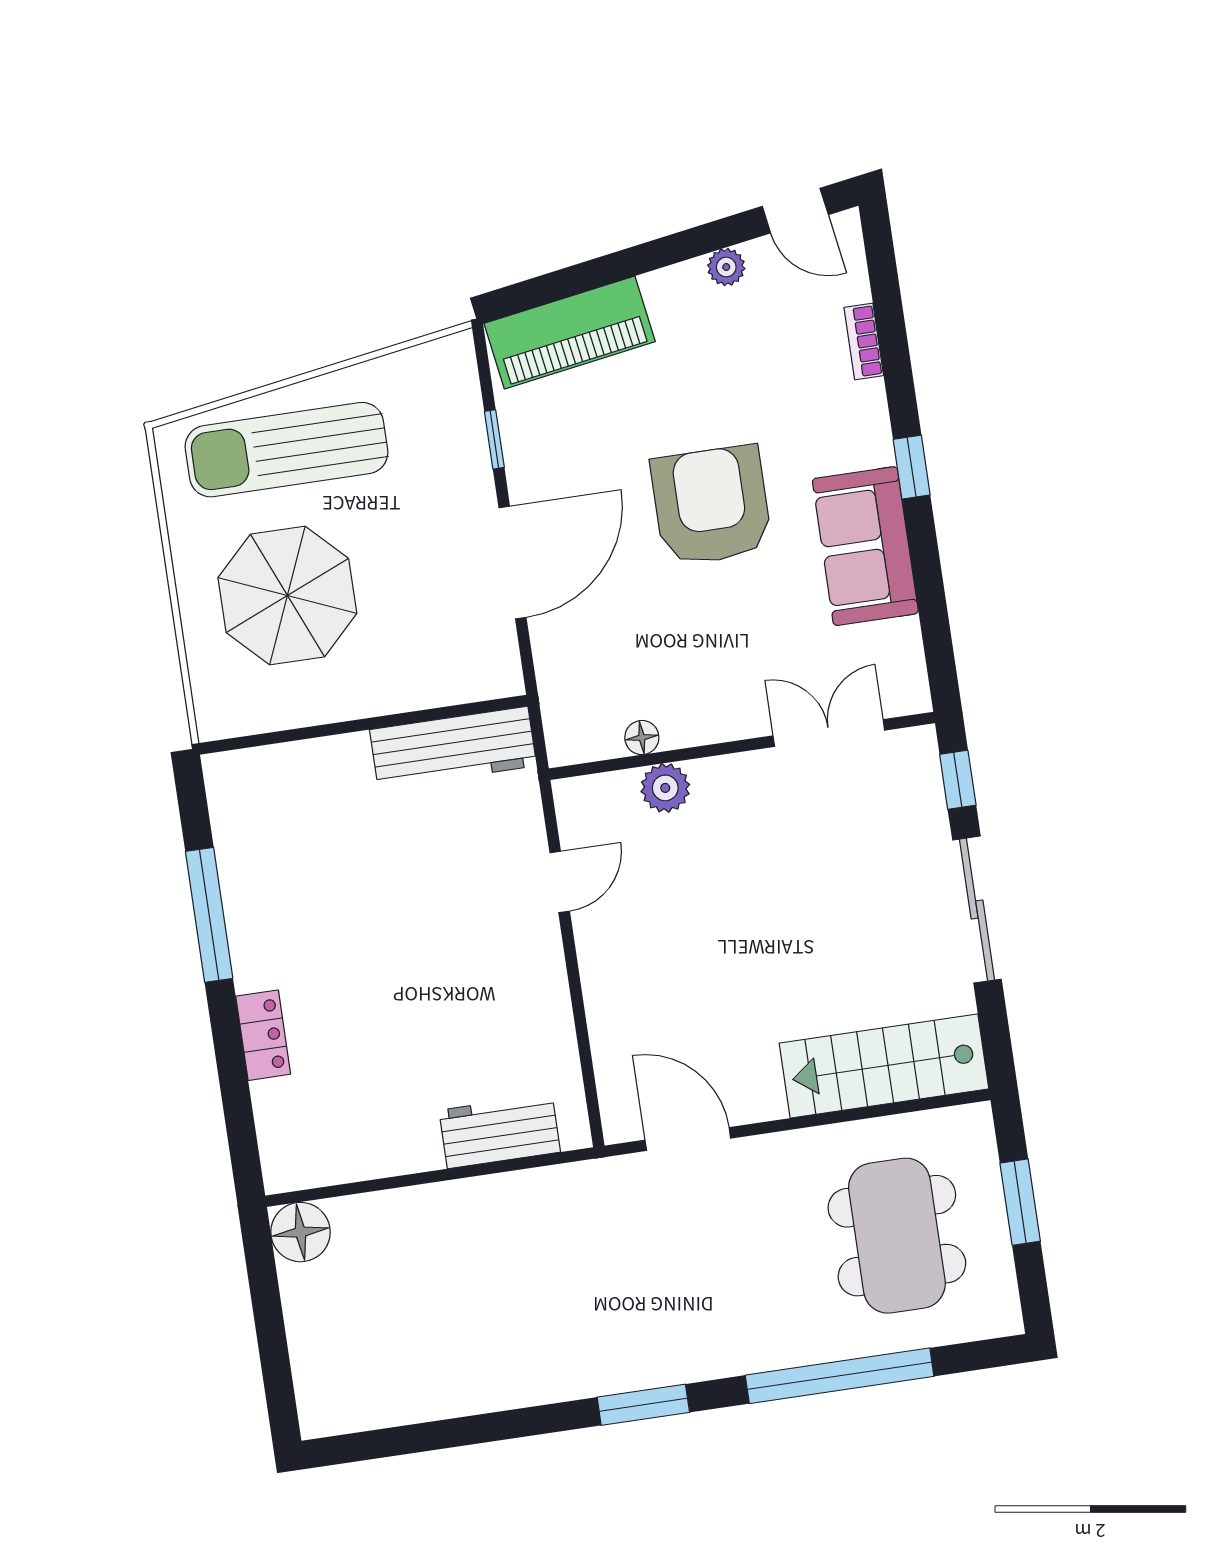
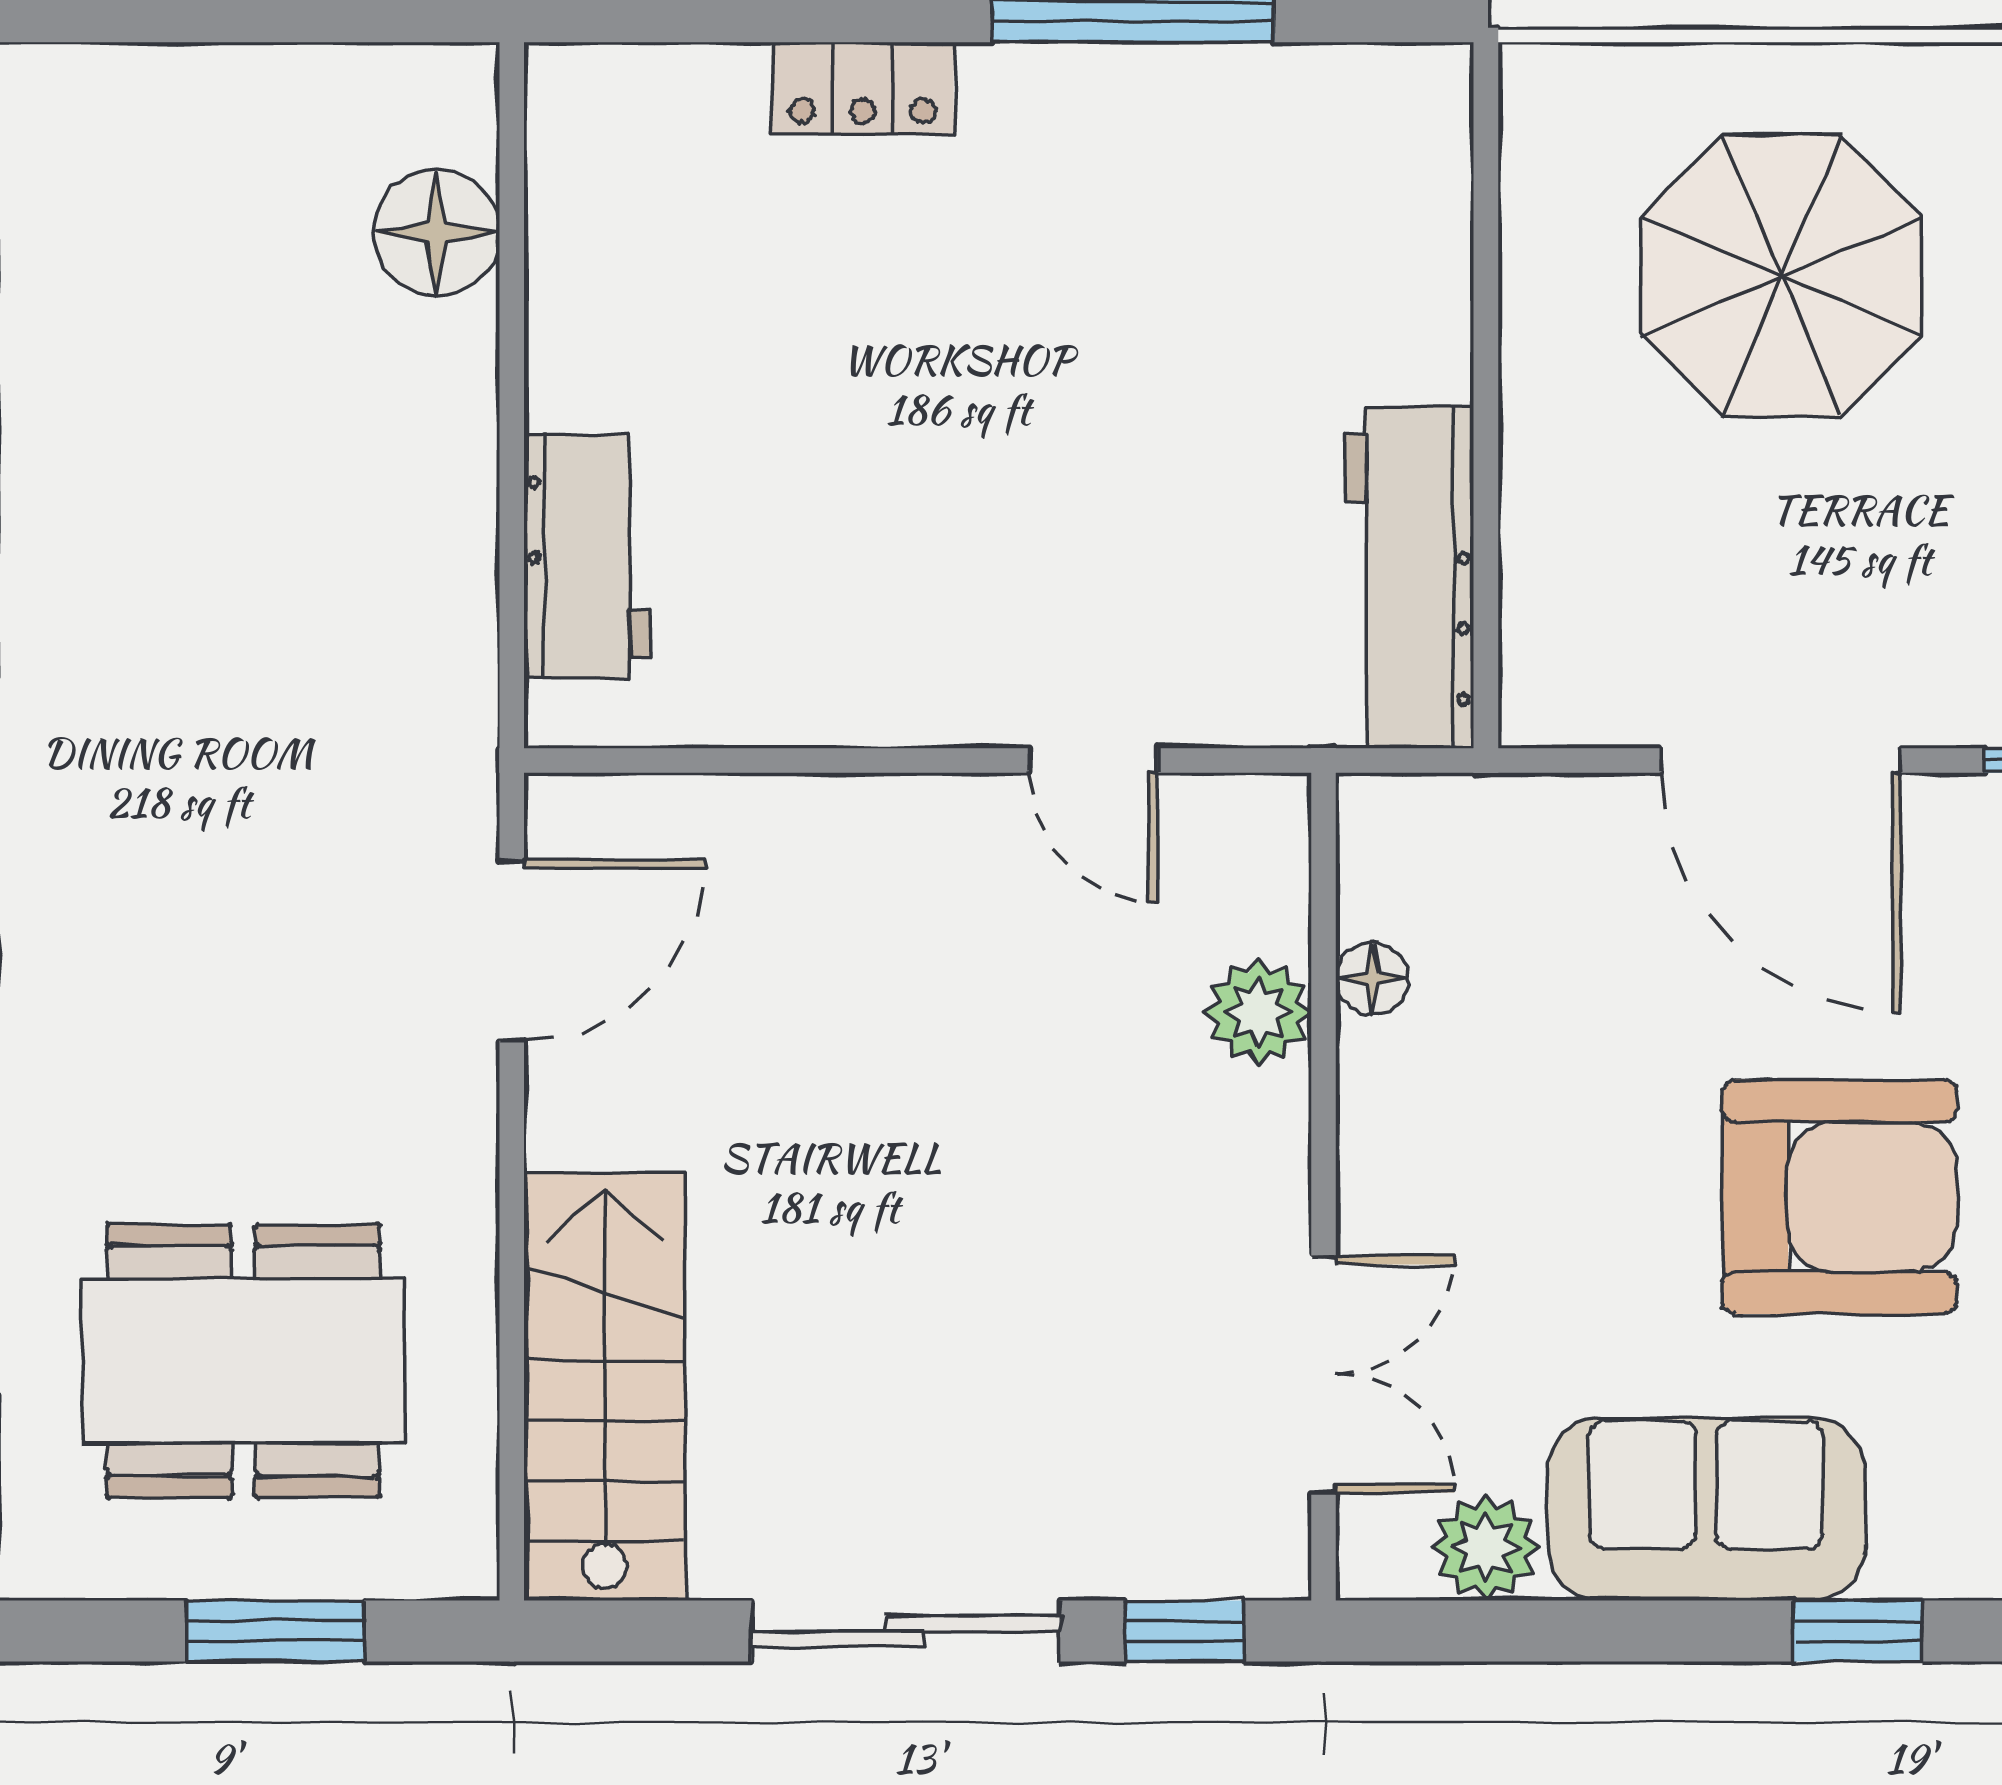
plant: (898, 646) -> (1486, 1547), added
floor lamp: (300, 1232) -> (436, 233), moved

